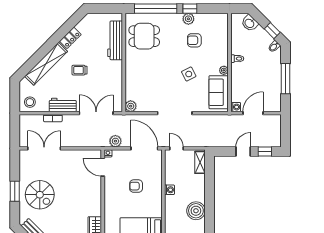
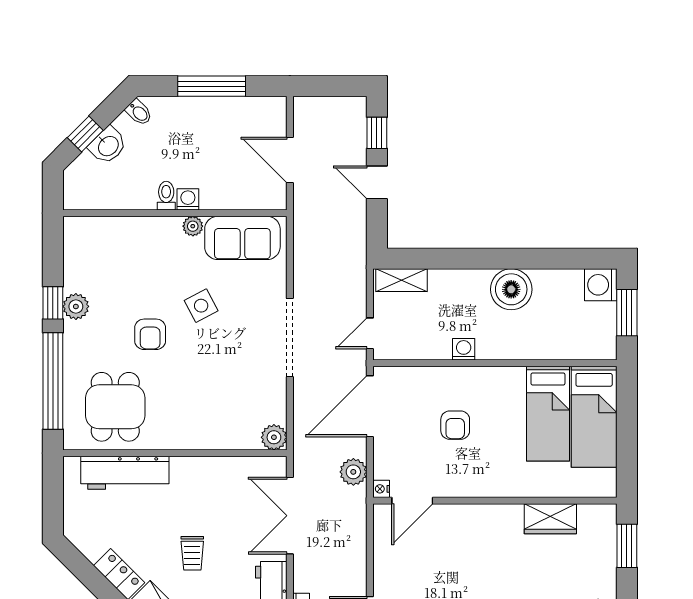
washbasin: (250, 23) -> (108, 146), moved
window: (272, 31) -> (85, 134), moved
armchair: (194, 40) -> (150, 334), moved
washing machine: (236, 107) -> (188, 199), moved

